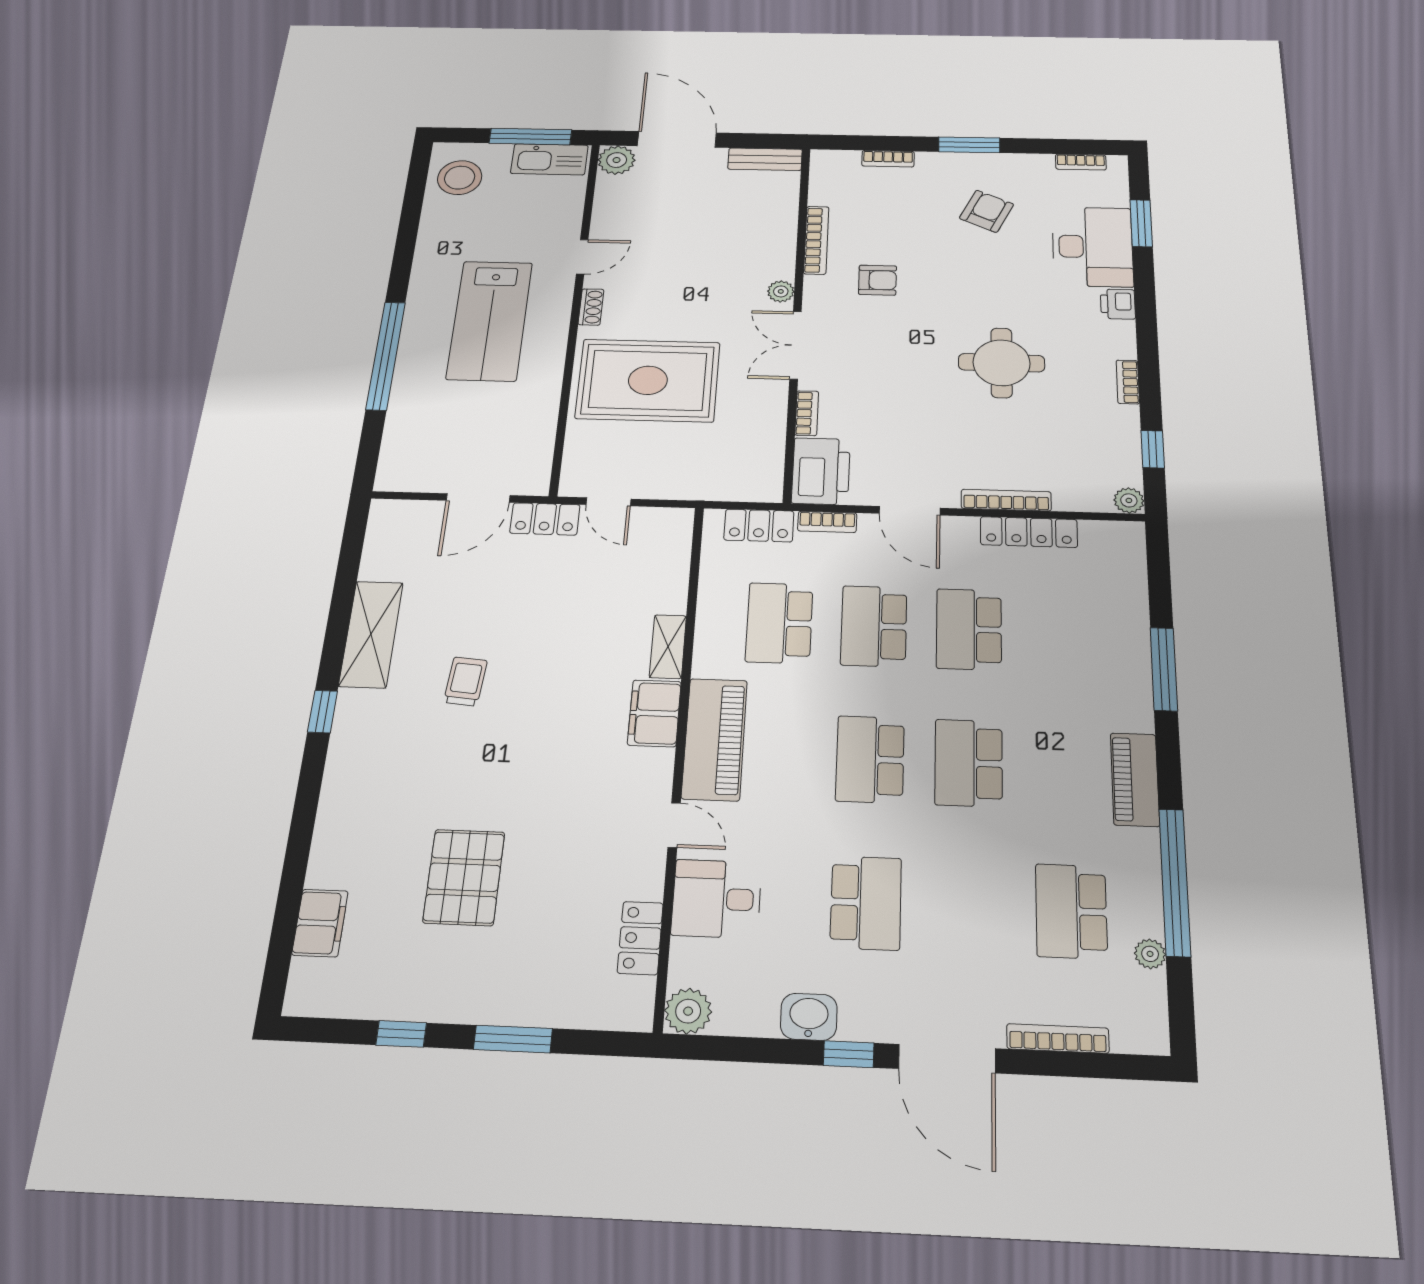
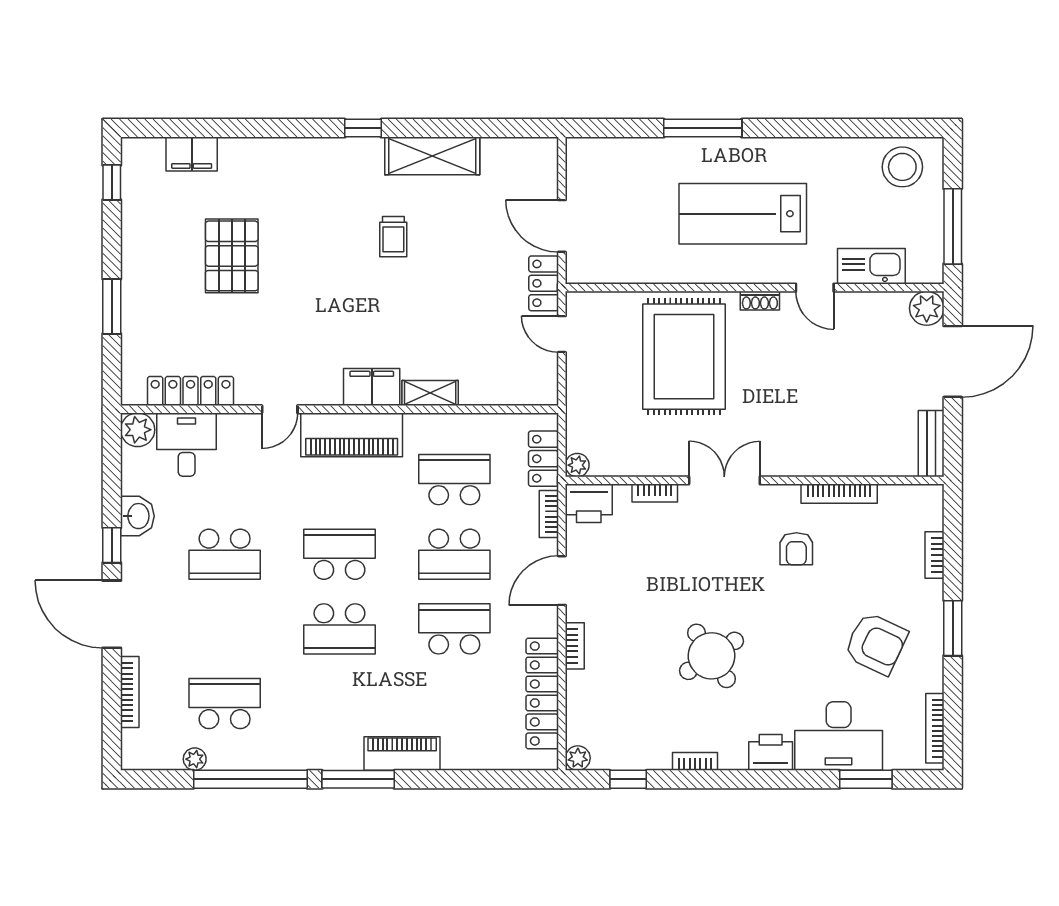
kitchen sink: (549, 159) -> (871, 266), moved, turned 90
bookcase: (1081, 162) -> (935, 728), width x1.56
armchair: (987, 211) -> (876, 644), width x1.38, depth x1.38
plant: (781, 291) -> (577, 465), moved
printer: (1118, 304) -> (771, 752), width x1.36, depth x1.24
window: (386, 356) -> (703, 128), width x0.68
round table: (1002, 363) -> (711, 656), turned -33
printer: (821, 471) -> (589, 503), width x0.73, depth x0.84
bookcase: (1006, 500) -> (575, 646), width x0.64
door: (609, 502) -> (562, 334), hinge flipped
locker: (1029, 532) -> (542, 693), width x1.41, depth x1.21
school desk: (874, 626) -> (454, 554), turned 180
window: (1164, 669) -> (358, 779), moved
trolley: (465, 681) -> (393, 237), turned 85
school desk: (969, 763) -> (339, 629), turned 180
piano: (1135, 779) -> (402, 753), moved
pallet: (464, 877) -> (232, 256), turned 90
desk: (716, 899) -> (187, 445), moved
locker: (640, 938) -> (191, 391), width x1.53
window: (401, 1034) -> (112, 182), moved
door: (947, 1059) -> (112, 614), hinge flipped

